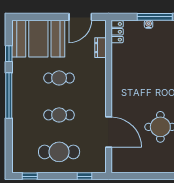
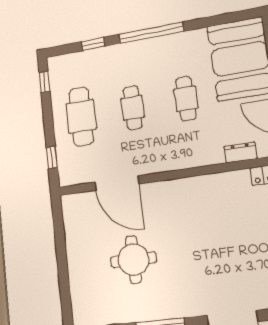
window: (9, 54) -> (93, 44), moved
door: (109, 132) -> (117, 183), hinge flipped

